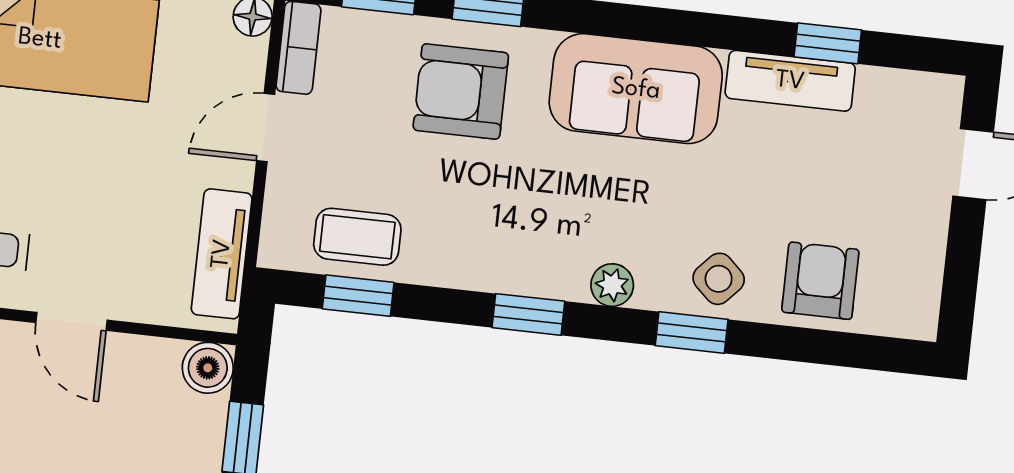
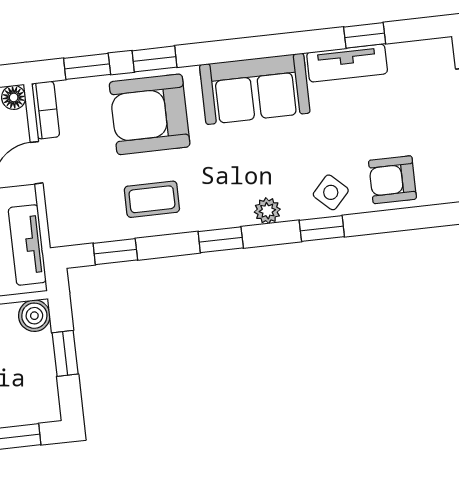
armchair: (461, 91) -> (150, 114), width x1.36, depth x1.36
coffee table: (357, 237) -> (152, 199), moved
armchair: (820, 281) -> (392, 180), turned -90

